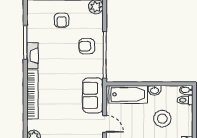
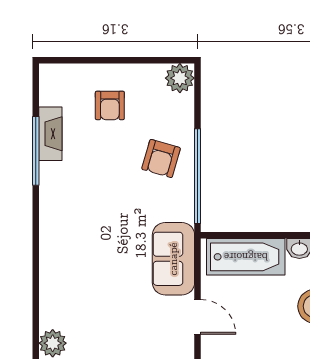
armchair: (87, 46) -> (161, 158), turned -74
fireplace: (32, 56) -> (50, 134), moved
bookcase: (32, 95) -> (50, 257), removed

